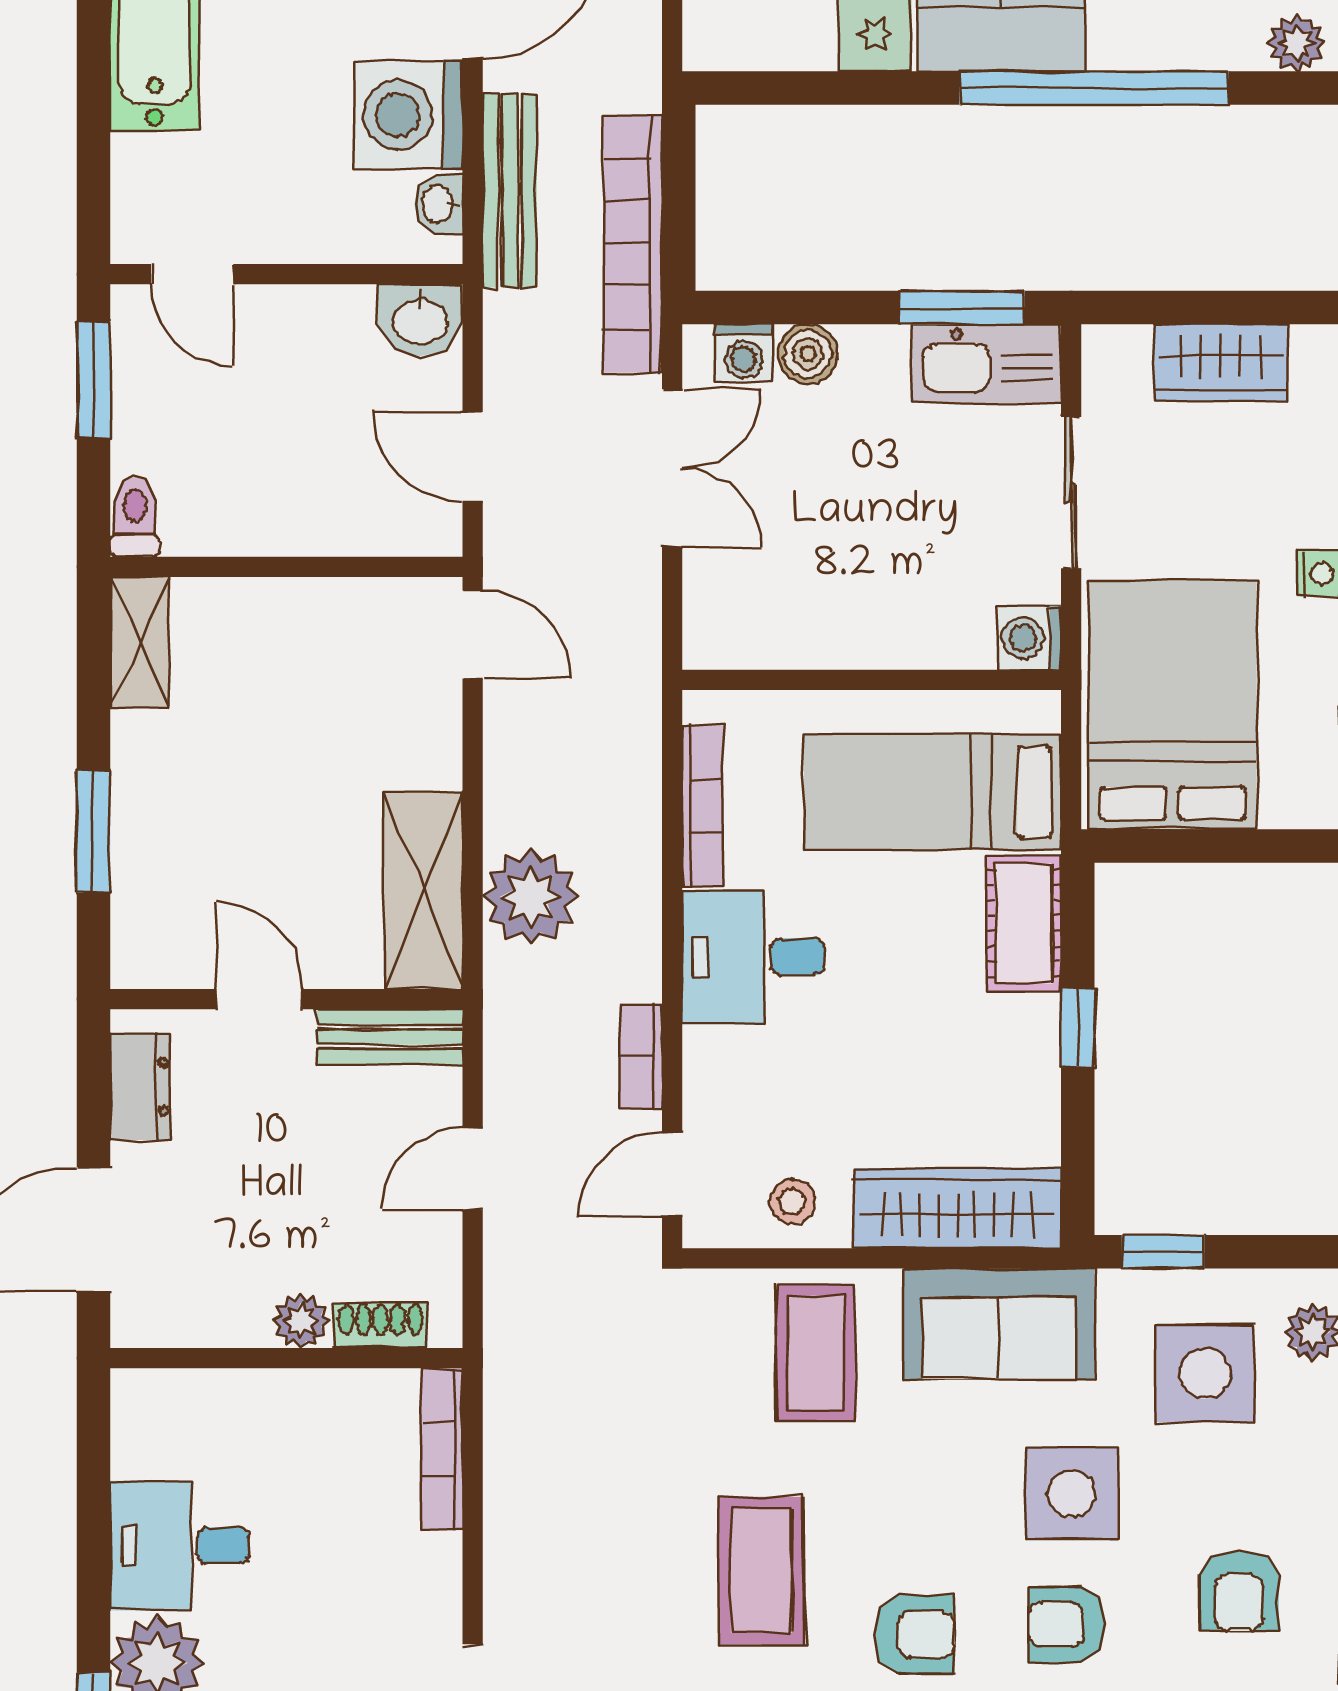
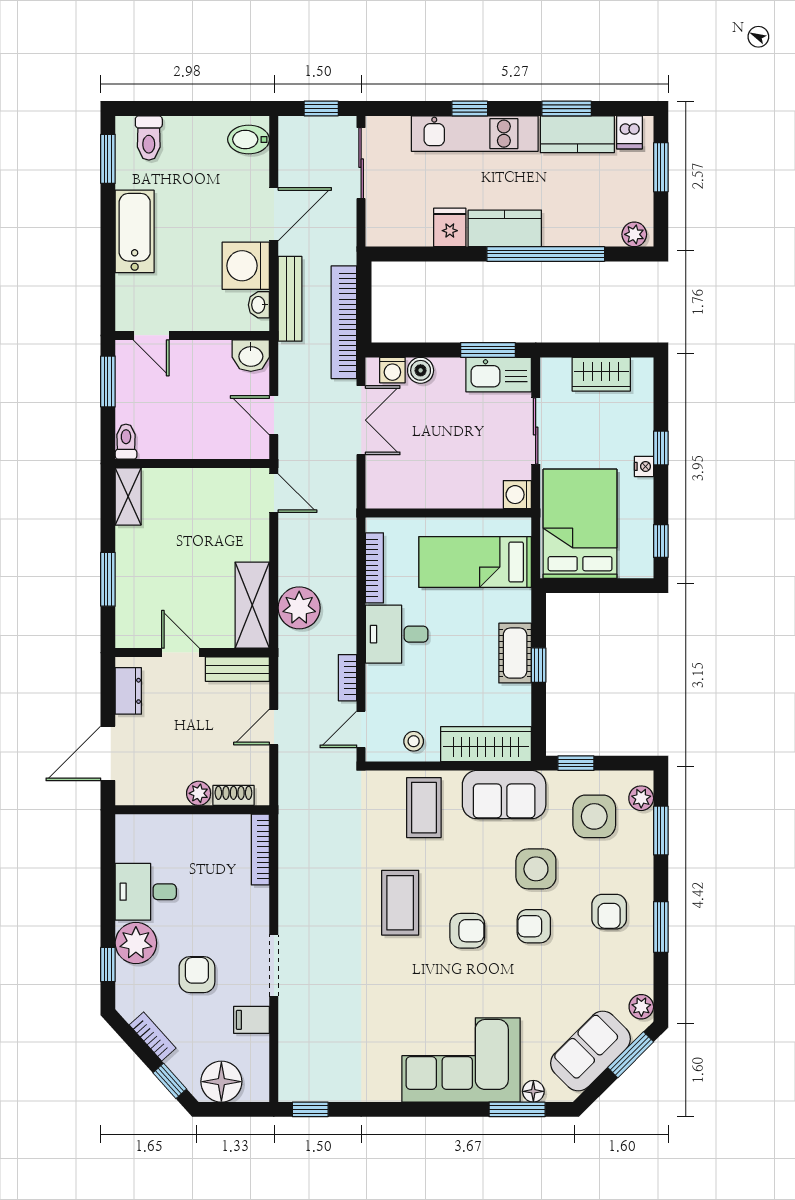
cot: (1024, 924) -> (515, 653), moved

